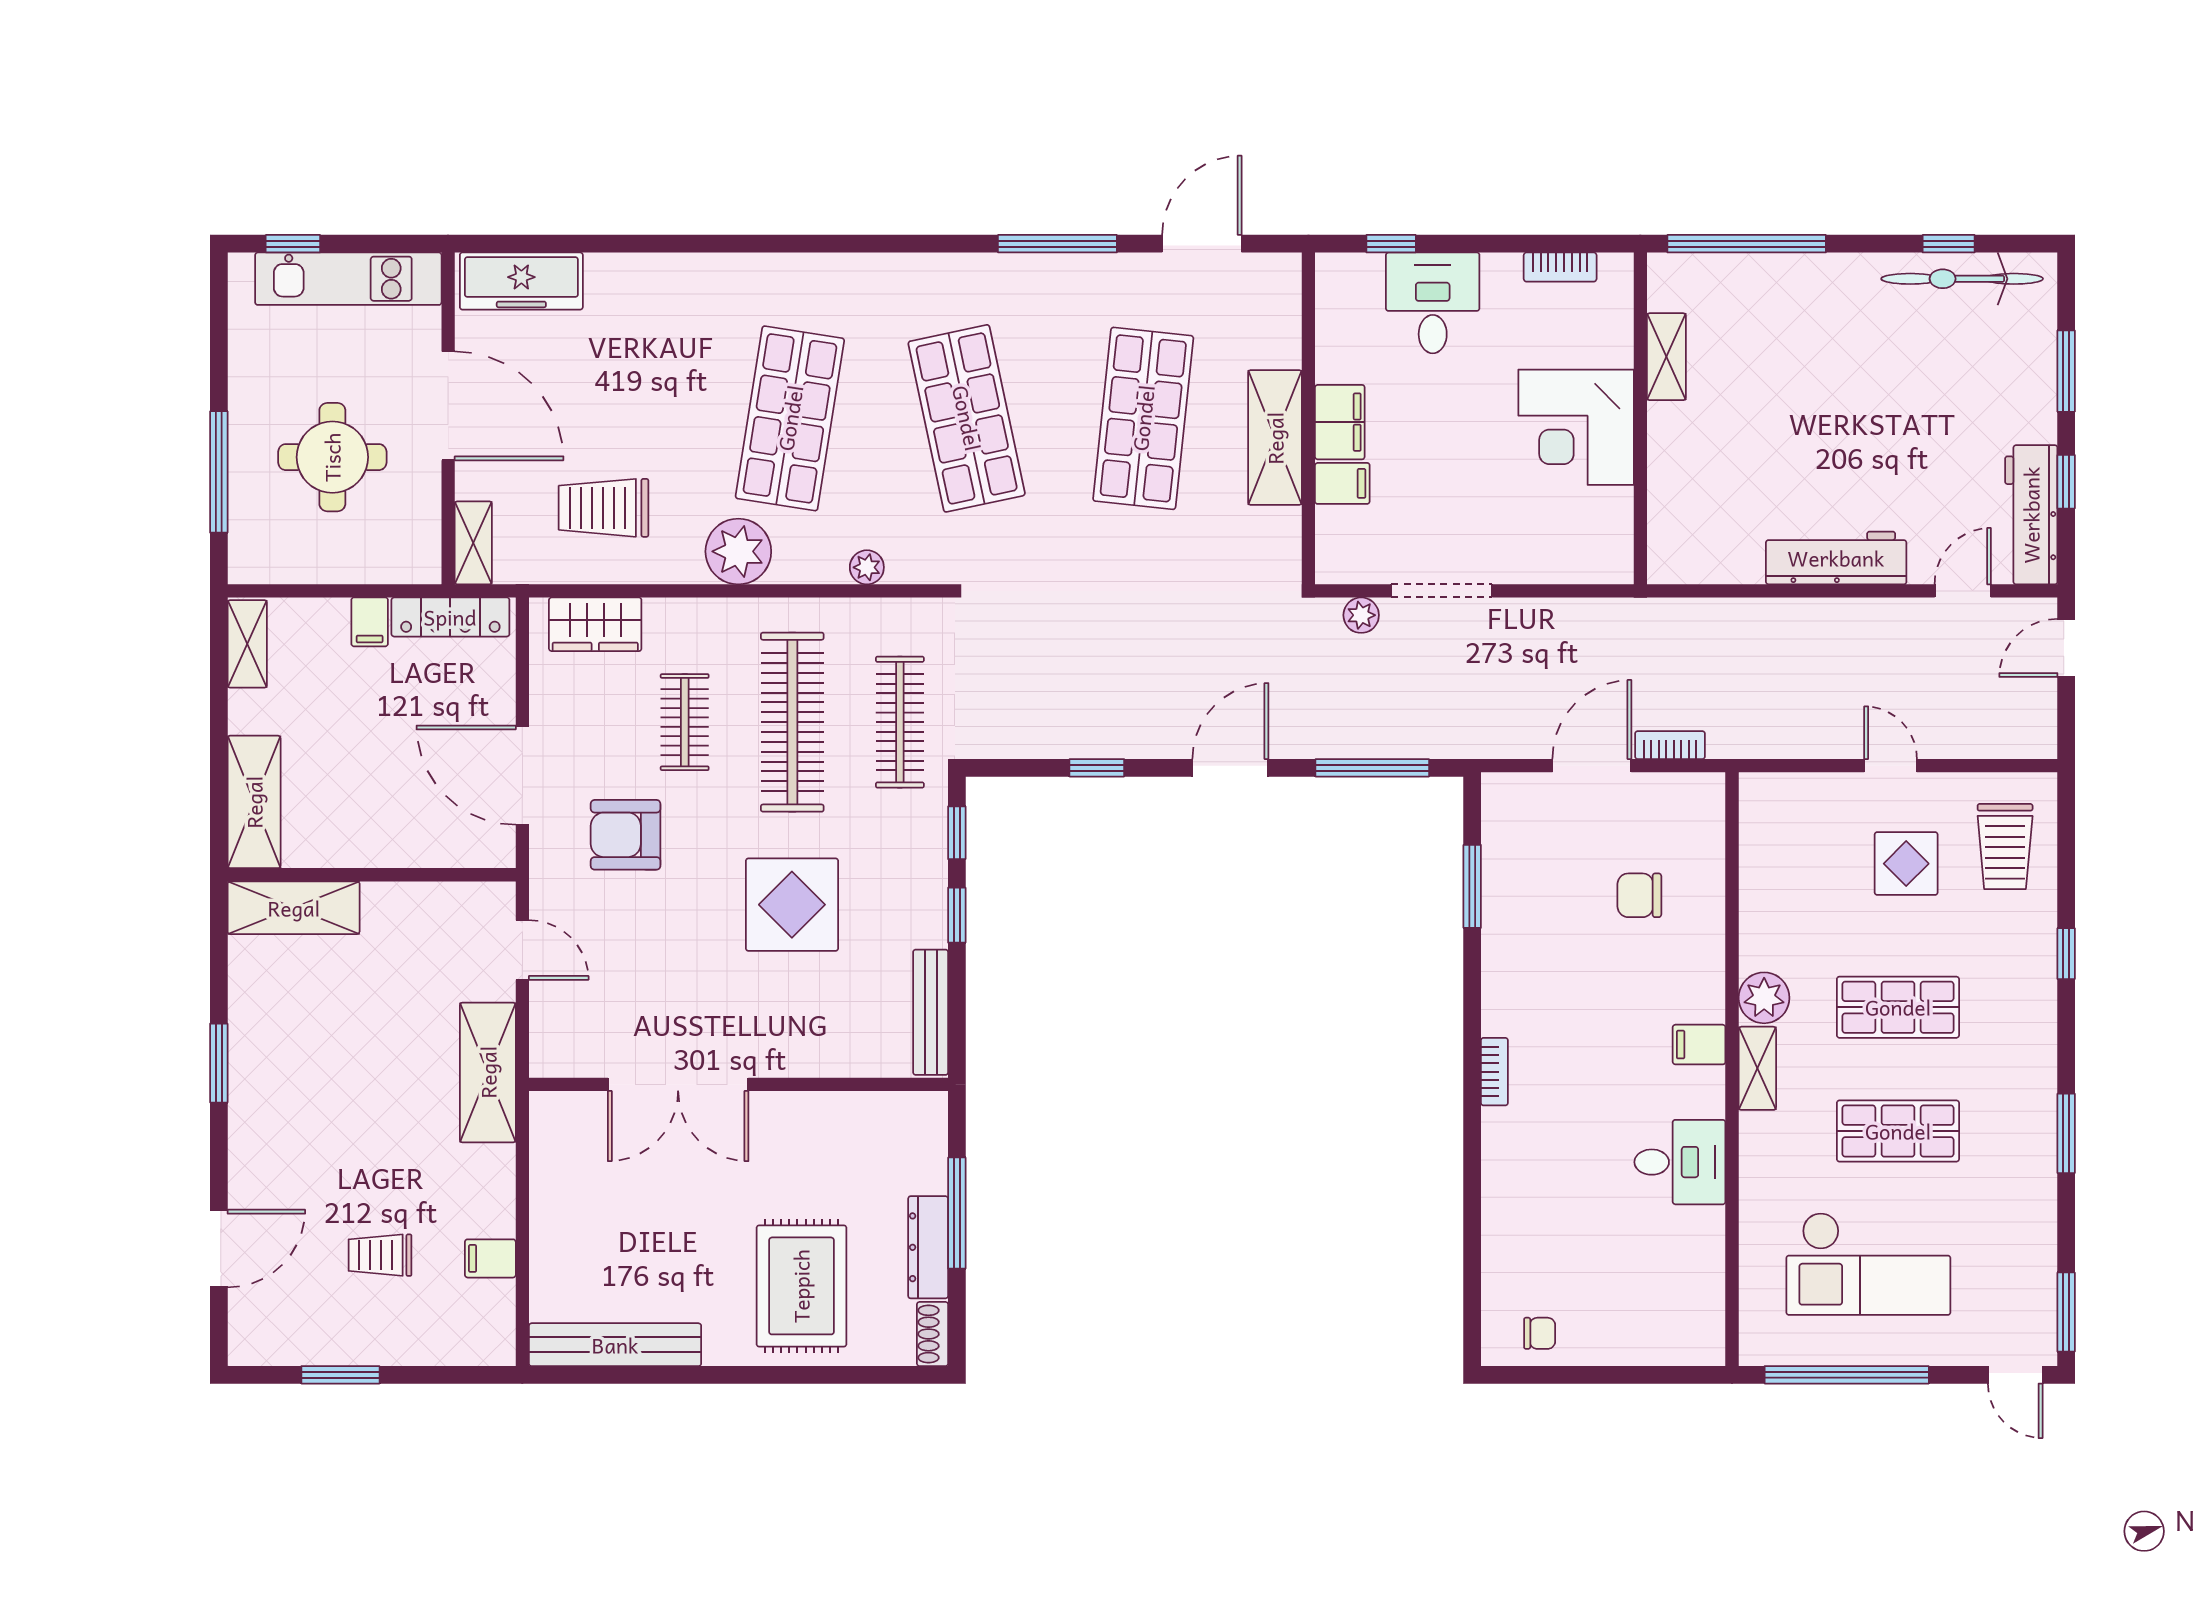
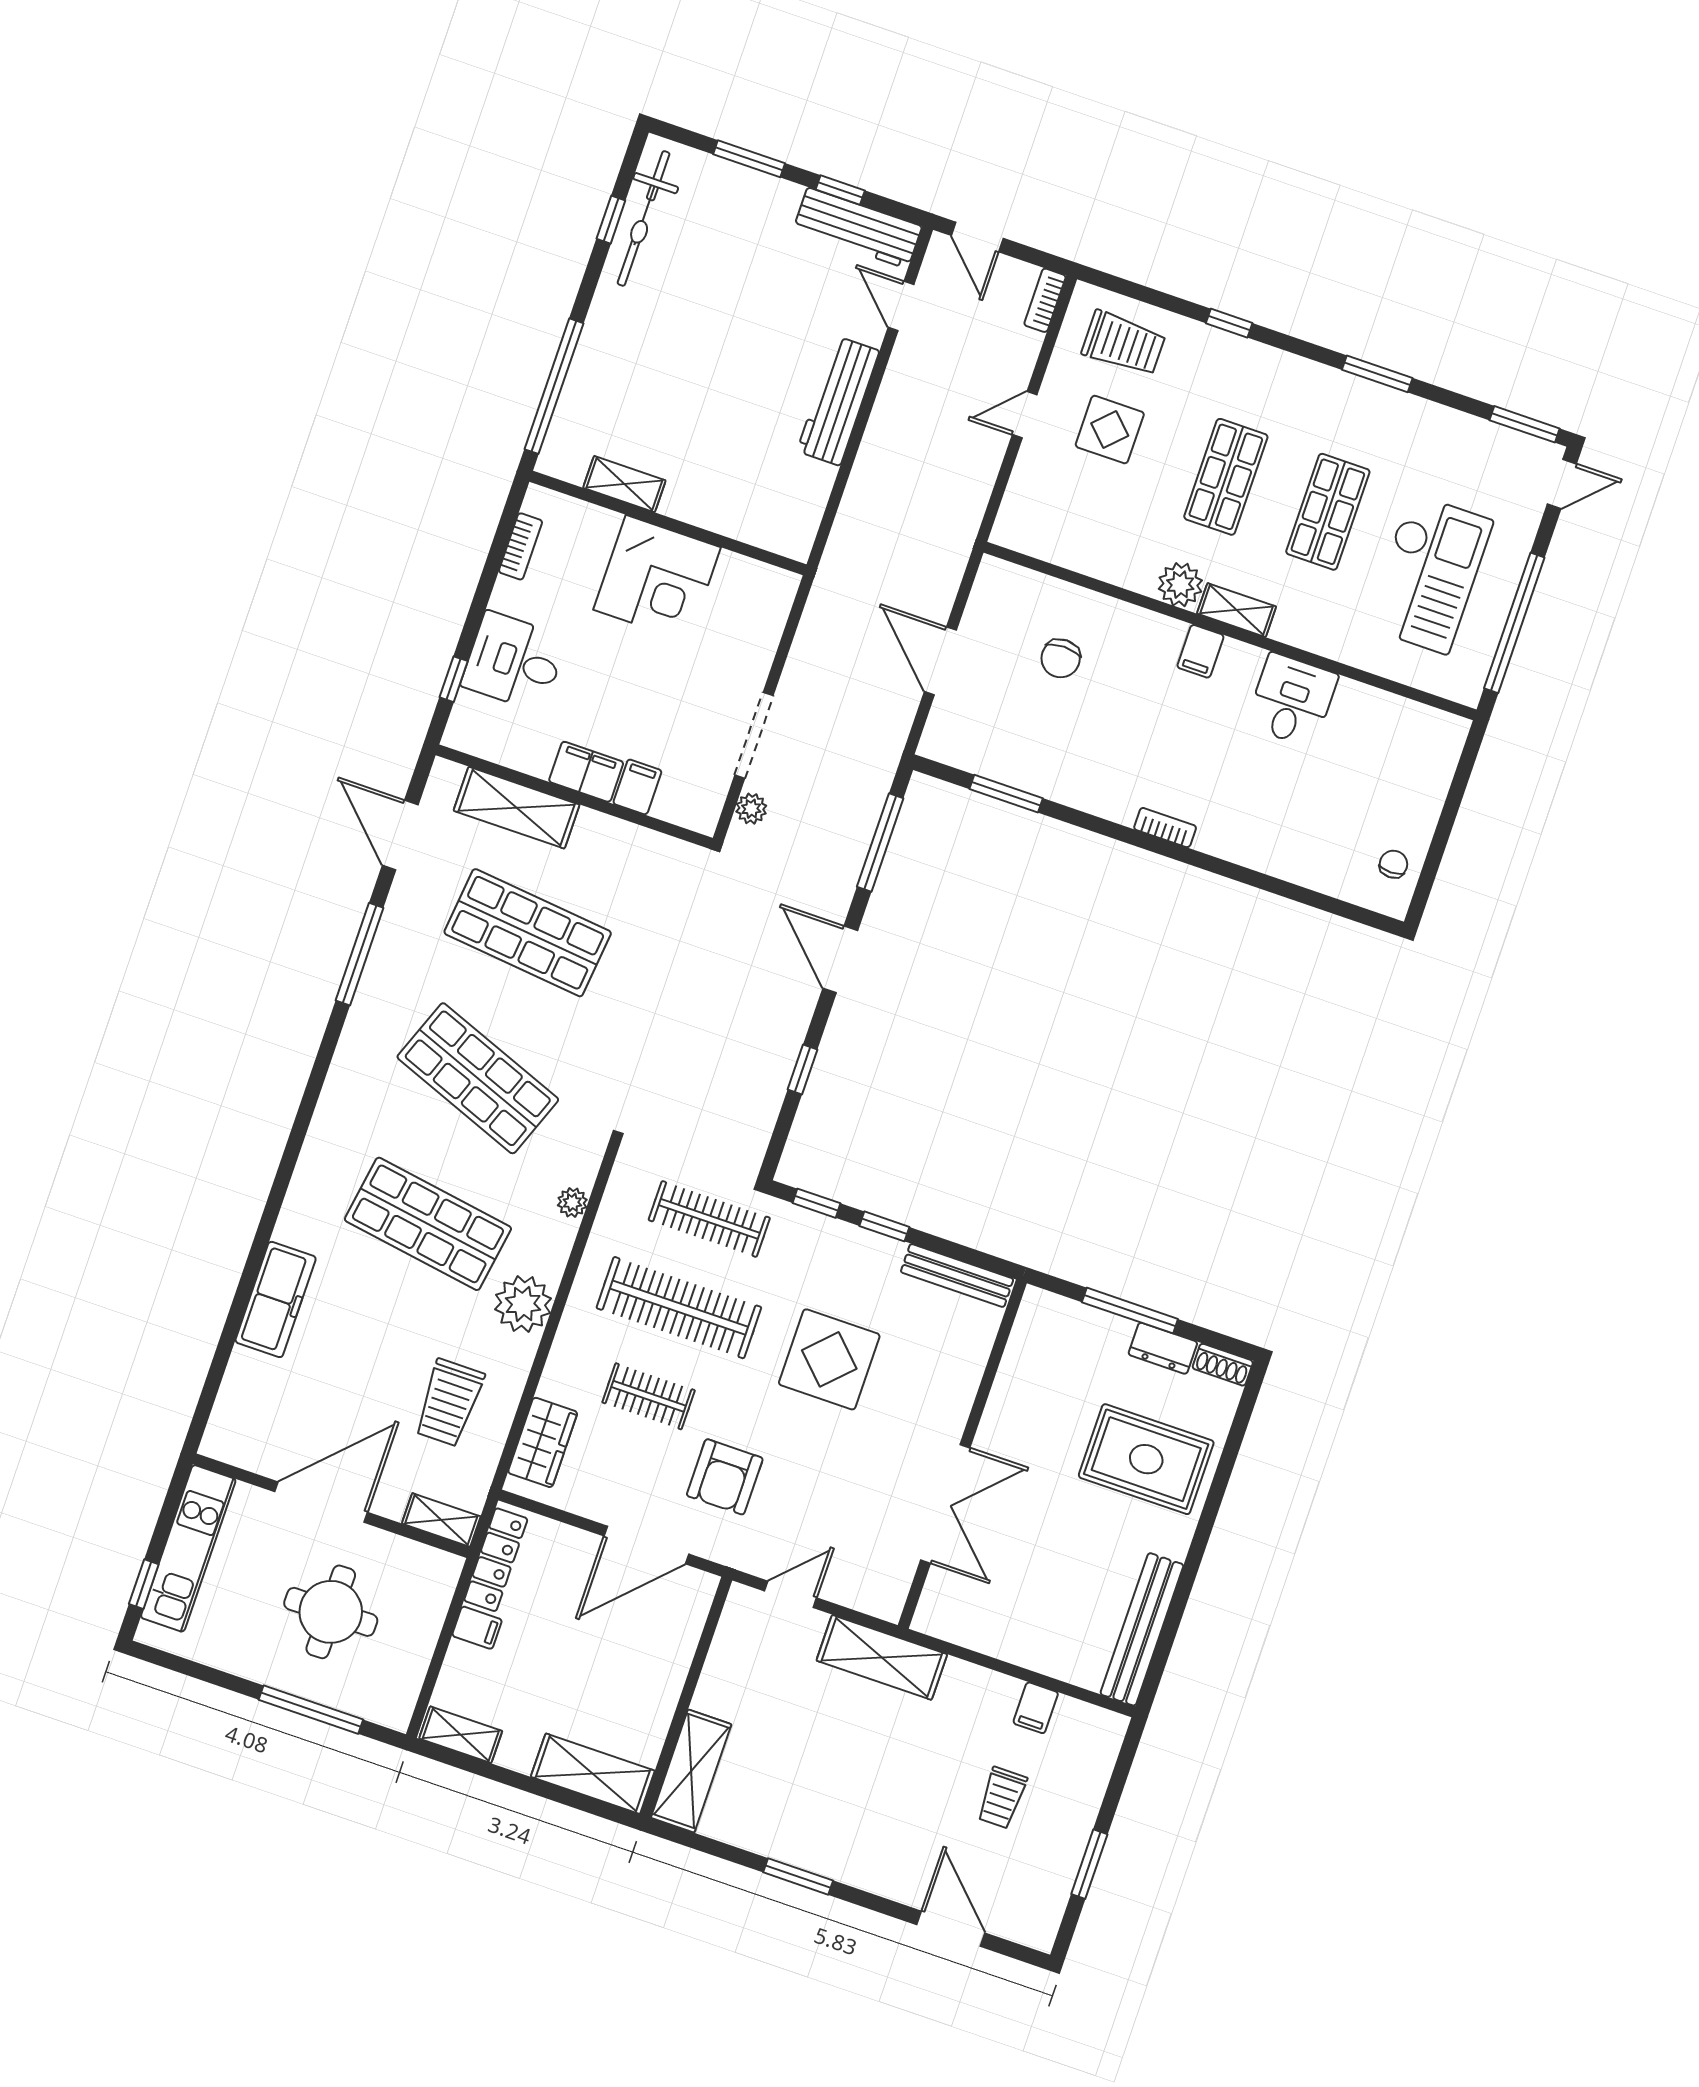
freezer: (521, 281) -> (276, 1299), moved
shop shelf: (967, 418) -> (478, 1078), turned 33
shelving: (1275, 438) -> (517, 808), moved
bookcase: (1670, 745) -> (1045, 300), moved
dresser: (928, 1247) -> (1163, 1348), width x0.70

